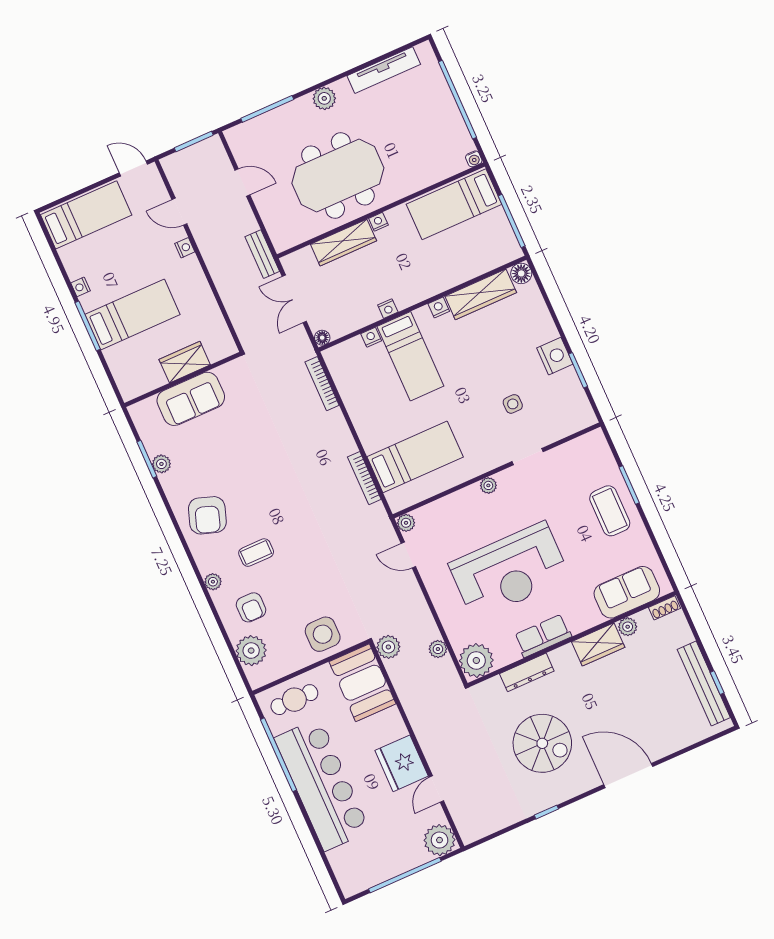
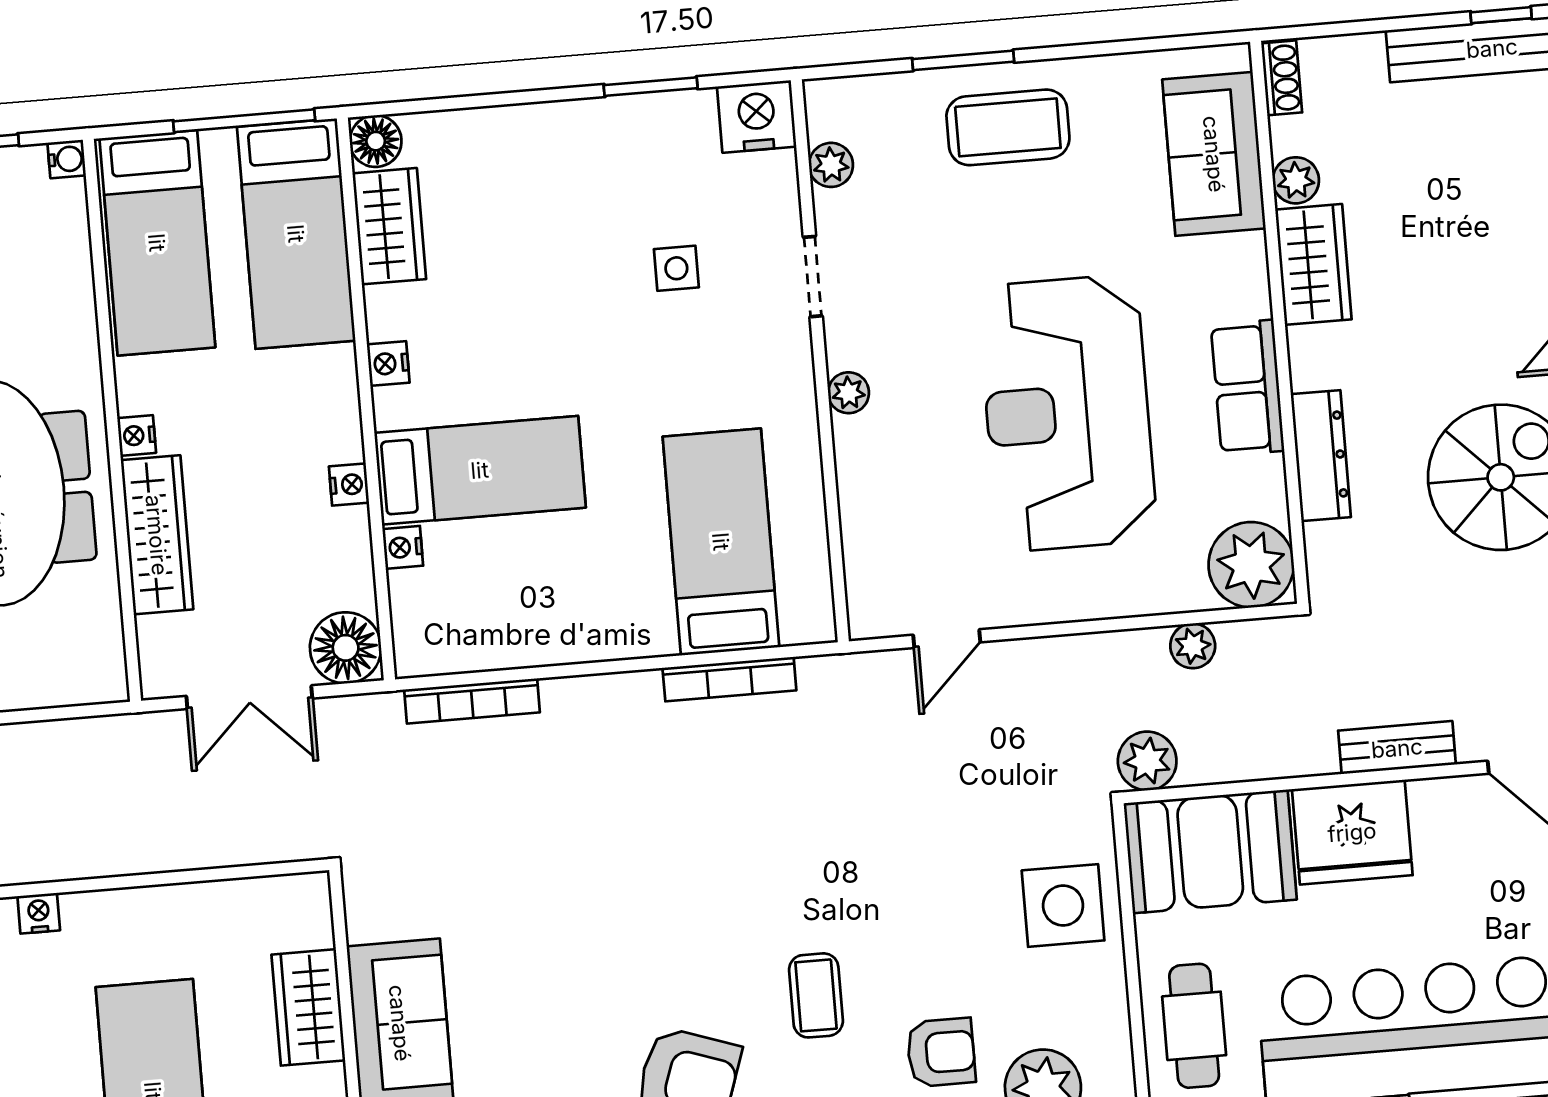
bench: (262, 254) -> (1397, 748), moved
bed: (476, 256) -> (296, 234), added
wardrobe: (481, 294) -> (389, 226), width x0.67
floor lamp: (322, 338) -> (346, 648), width x1.89, depth x1.89
nightstand: (555, 356) -> (757, 117), moved
plant: (406, 523) -> (831, 165), moved
reception desk: (509, 571) -> (1067, 413), turned 180
fridge: (402, 763) -> (1352, 832), moved

